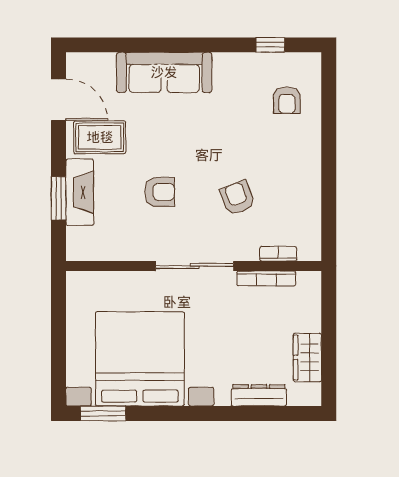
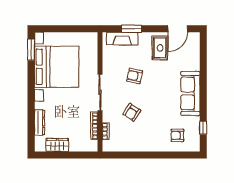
sofa: (164, 72) -> (190, 94), moved
fireplace: (80, 192) -> (122, 39), moved
armchair: (160, 192) -> (135, 76), turned 102
armchair: (237, 198) -> (132, 112), turned 144

